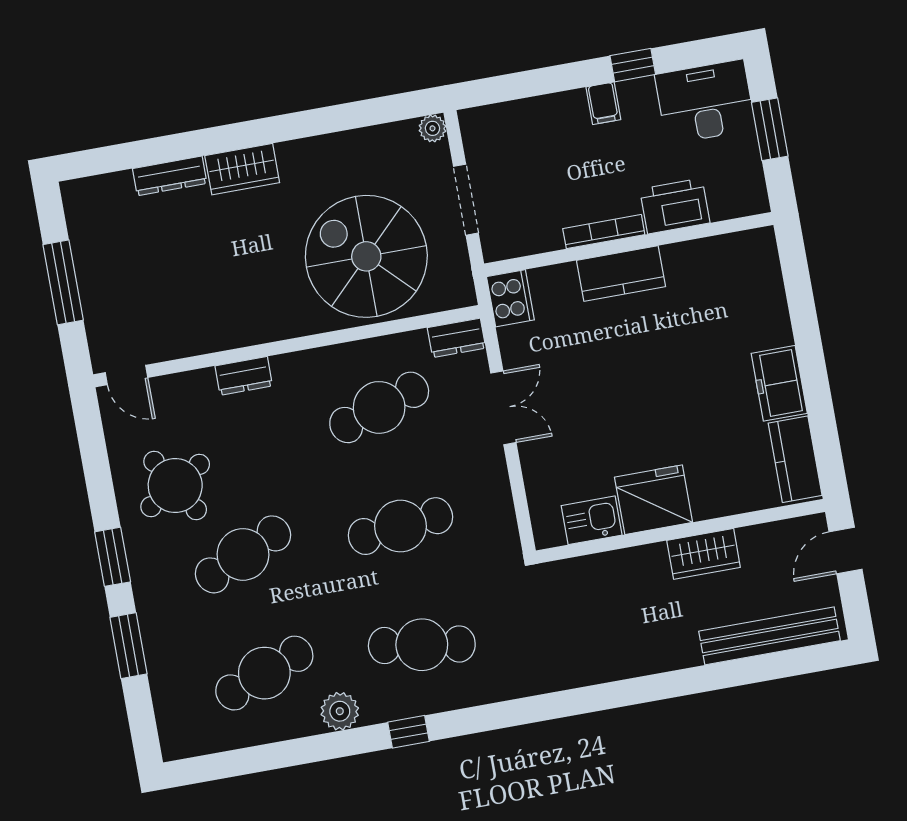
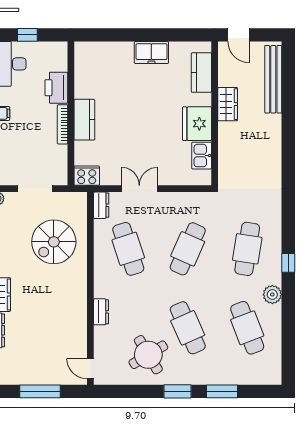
window: (770, 129) -> (27, 35), width x0.67
spiral stairs: (366, 256) -> (54, 242), width x0.73, depth x0.73
door: (127, 375) -> (90, 369), swing flipped
kitchen counter: (795, 459) -> (201, 73), moved, turned 90
cafe table: (400, 526) -> (188, 249), turned 30

